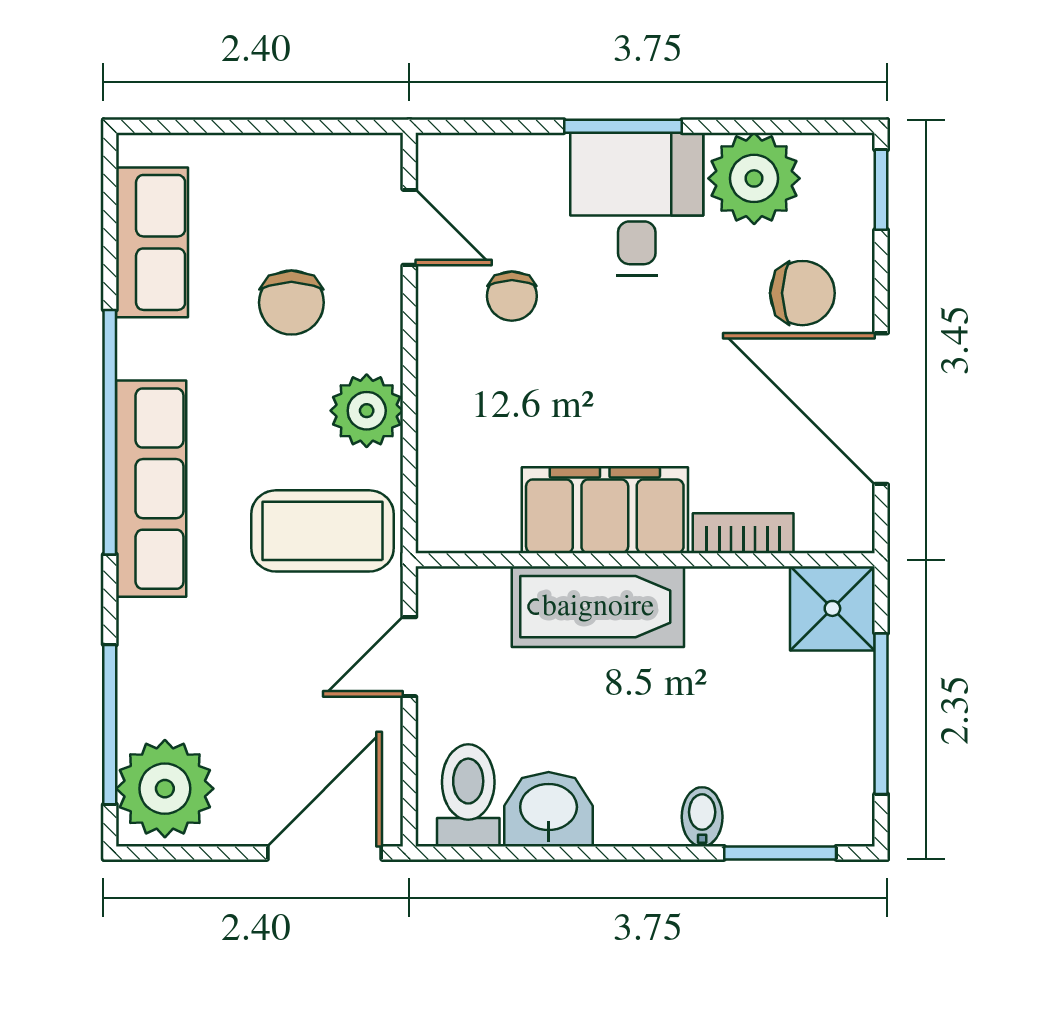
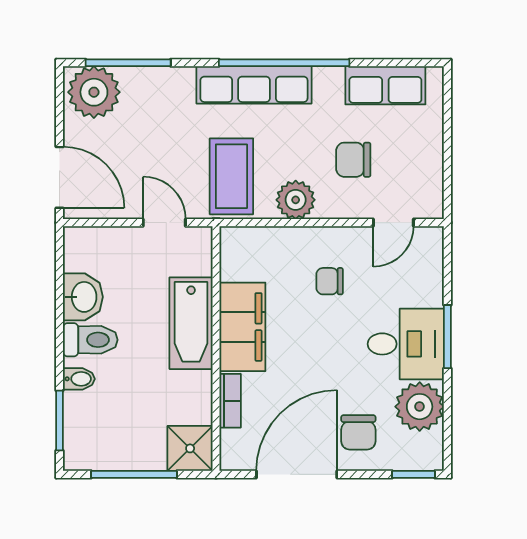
chair: (512, 296) -> (330, 281), moved
toilet: (468, 795) -> (90, 340), moved

